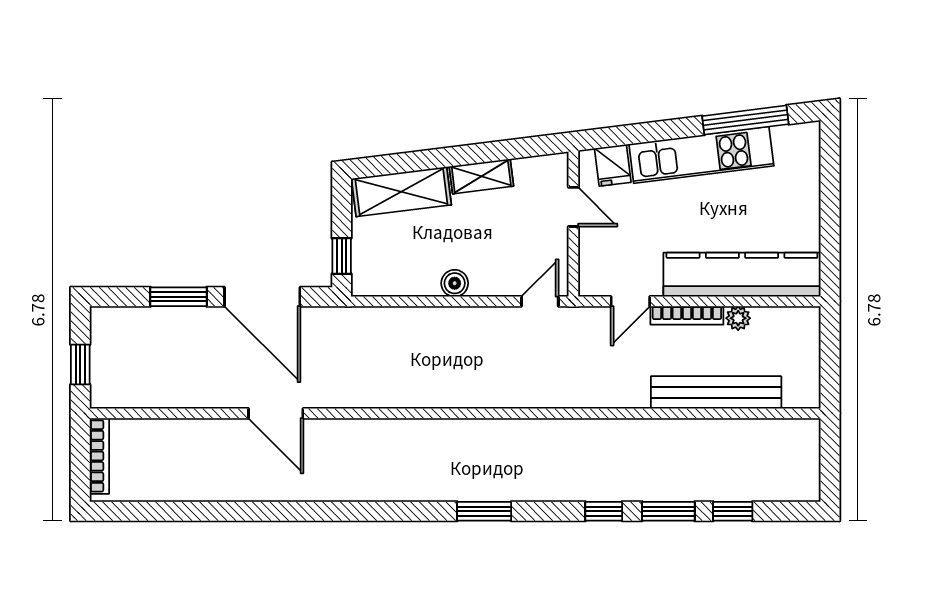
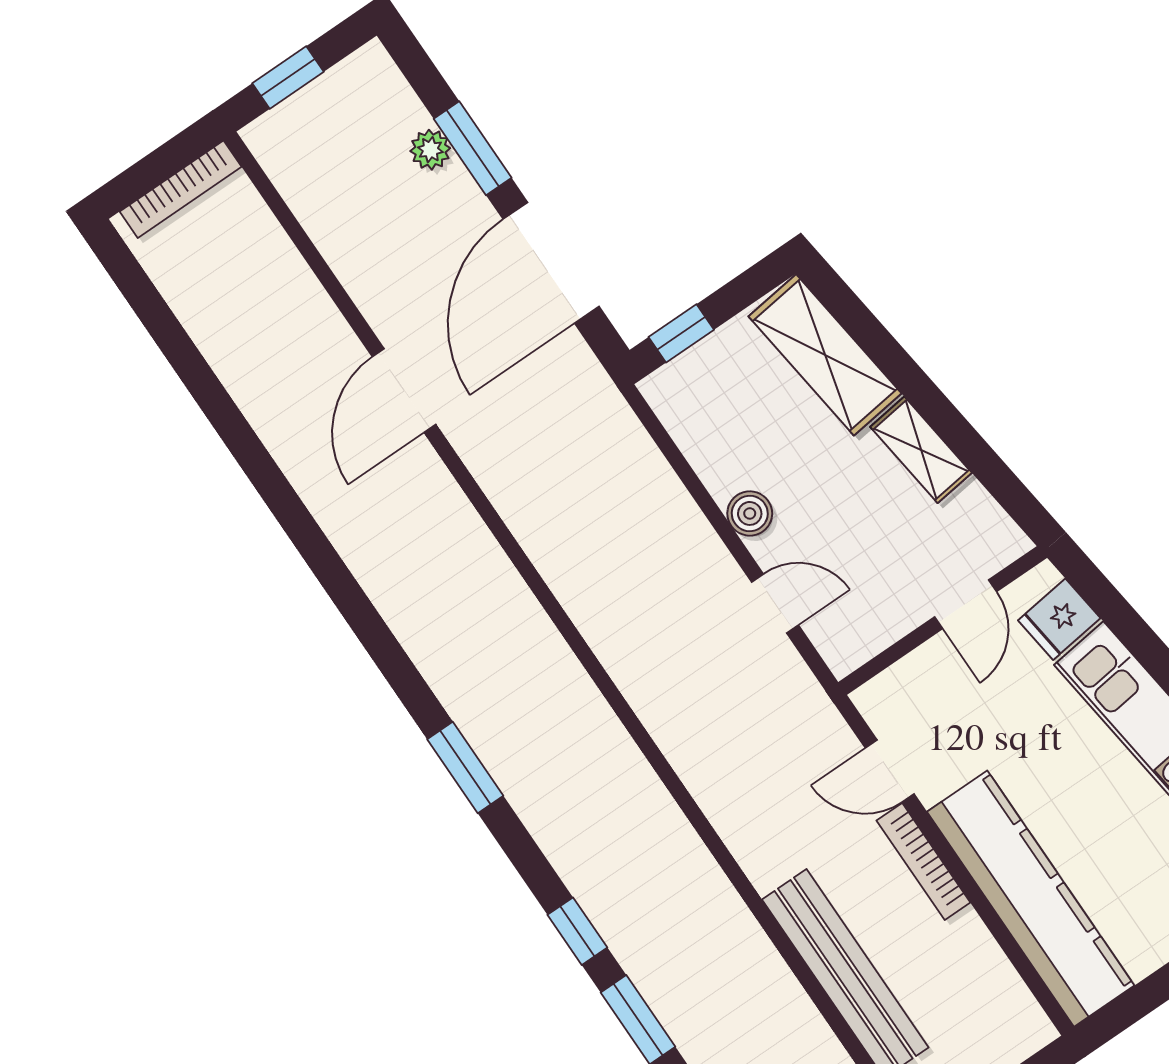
door: (540, 301) -> (775, 603), moved
plant: (738, 318) -> (430, 150), moved

